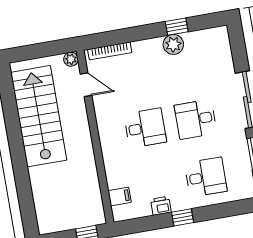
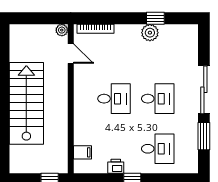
stairs: (39, 116) -> (26, 103), moved
desk: (196, 119) -> (158, 99), turned 180

